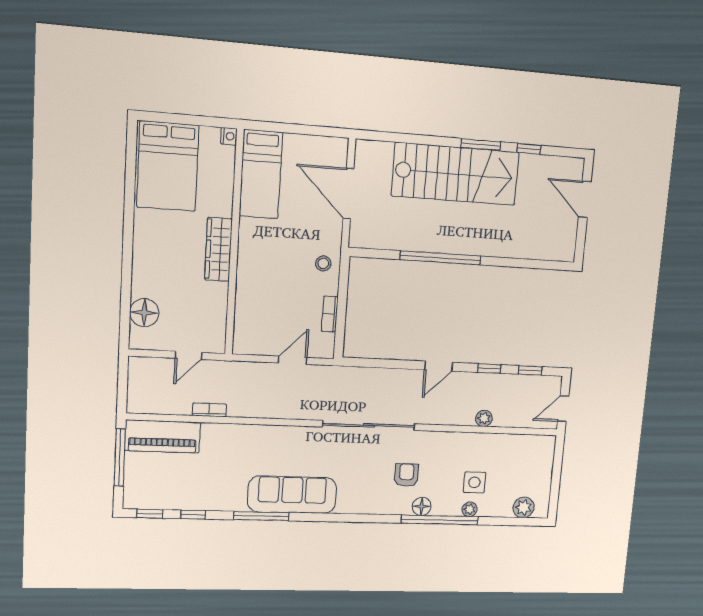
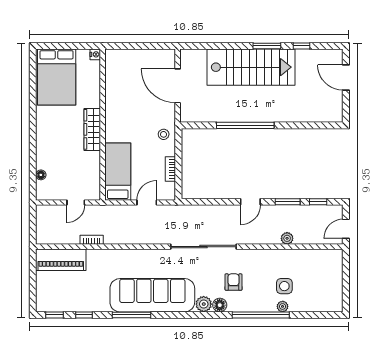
bed: (261, 174) -> (118, 172), moved, turned 180
floor lamp: (144, 313) -> (41, 175), width x0.53, depth x0.53
window: (489, 368) -> (288, 202), width x1.50
window: (120, 458) -> (33, 276), removed
sofa: (292, 495) -> (152, 295), width x1.36, depth x1.27
floor lamp: (422, 506) -> (220, 305), moved
plant: (524, 507) -> (204, 304), moved

